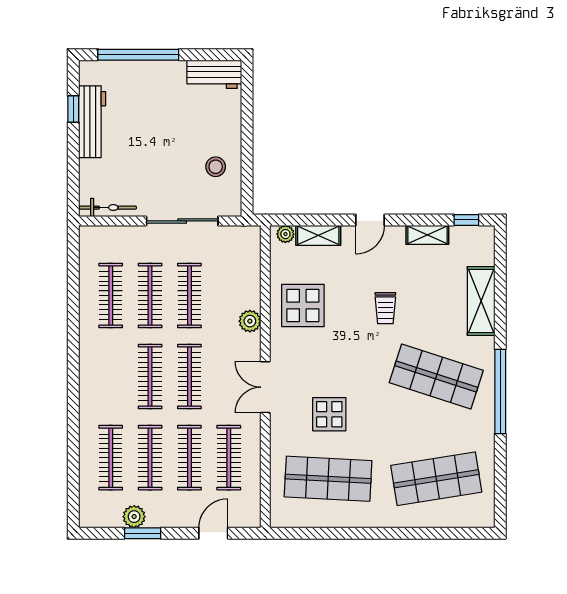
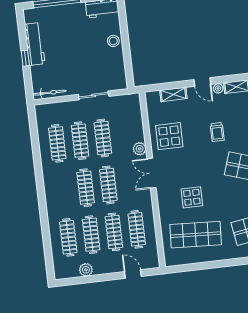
window: (73, 109) -> (25, 58), moved
stool: (216, 167) -> (113, 41), moved
door: (370, 220) -> (202, 82), hinge flipped
sliding door: (182, 221) -> (94, 95), width x0.73
plant: (285, 234) -> (218, 88), moved
double door: (265, 387) -> (152, 173), moved
window: (143, 533) -> (92, 279), removed
door: (213, 533) -> (133, 274), hinge flipped

